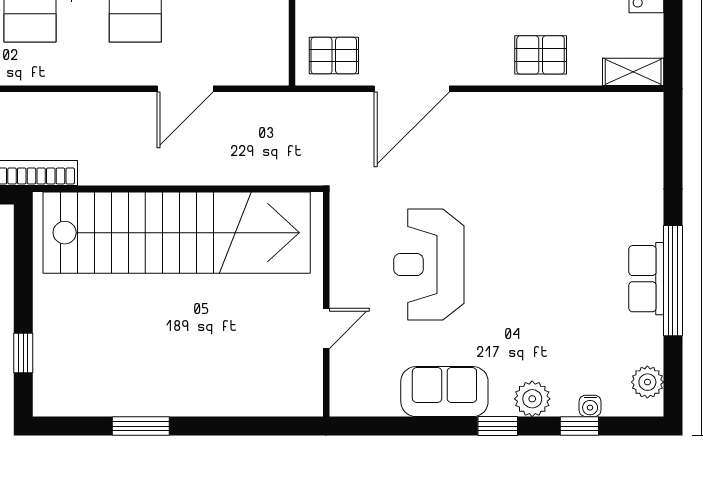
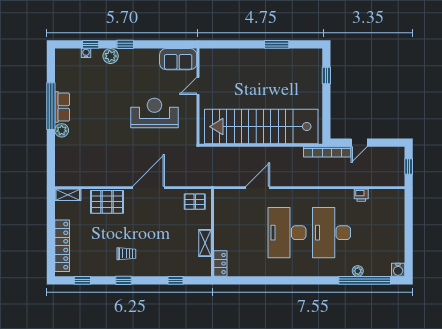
pallet: (541, 55) -> (107, 202), width x1.50, depth x1.42
door: (412, 89) -> (148, 188), moved
reception desk: (429, 265) -> (154, 113), turned -90
plant: (647, 382) -> (62, 130), moved
sofa: (444, 392) -> (178, 59), moved

